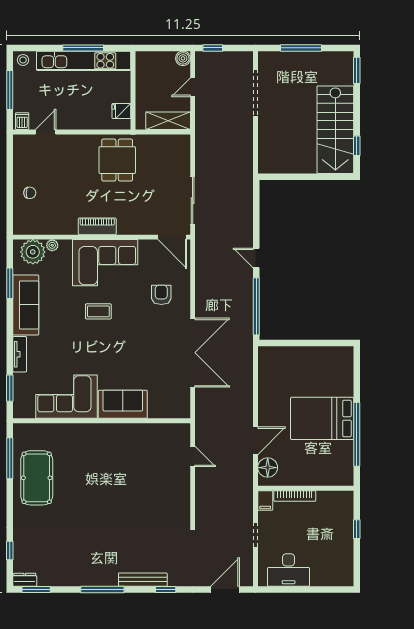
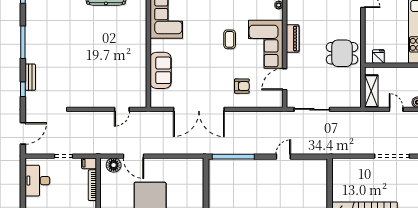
door: (172, 237) -> (285, 79), moved
door: (256, 258) -> (283, 157), moved
sofa: (123, 404) -> (161, 70), moved
bench: (143, 580) -> (30, 77), width x0.73
door: (225, 590) -> (23, 133), hinge flipped

